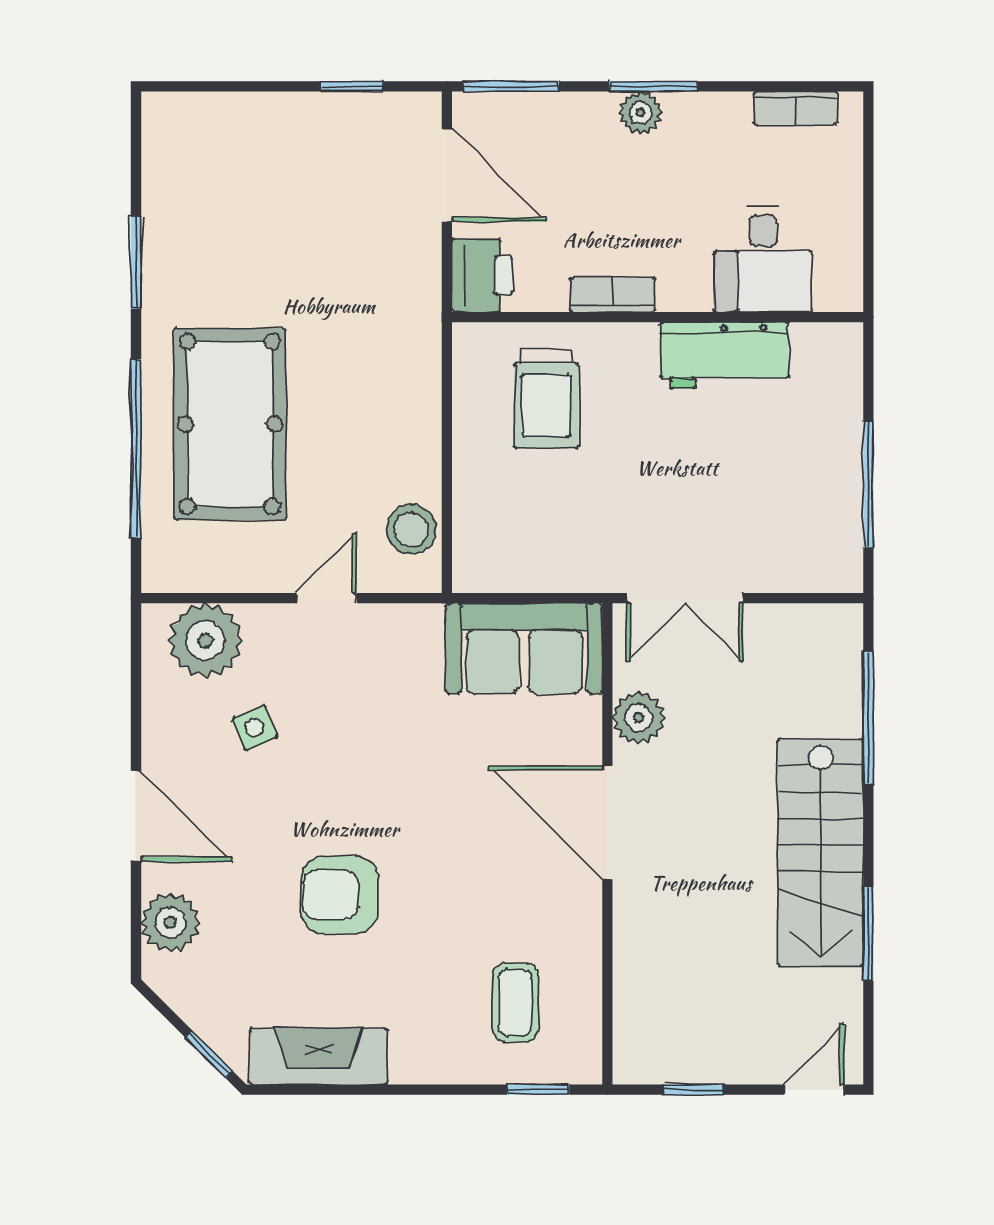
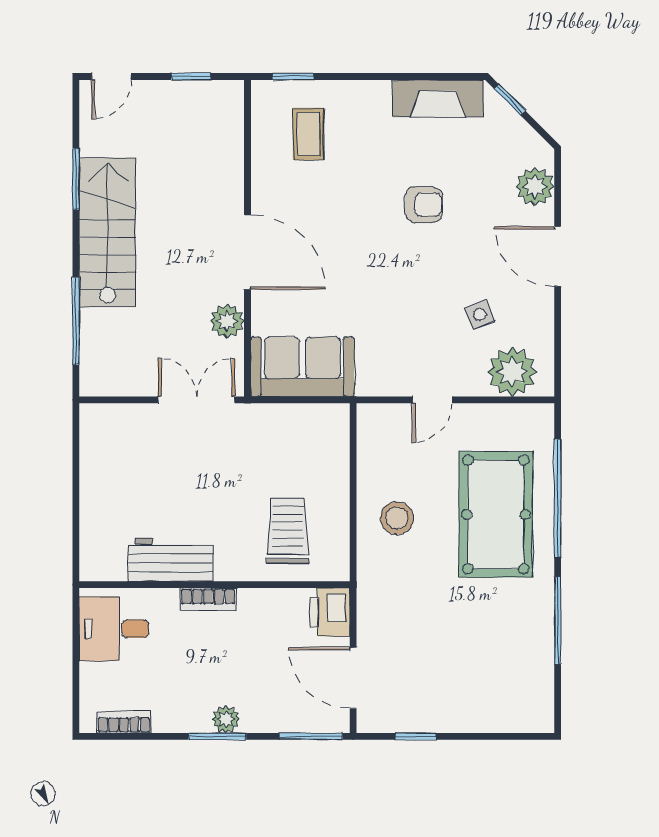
desk: (763, 259) -> (114, 629), moved, turned -90
window: (136, 263) -> (558, 620), width x1.44
bookcase: (612, 295) -> (208, 599), moved
window: (868, 485) -> (76, 474), removed
stool: (411, 529) -> (397, 518), moved
armchair: (340, 895) -> (424, 205), width x0.72, depth x0.72

